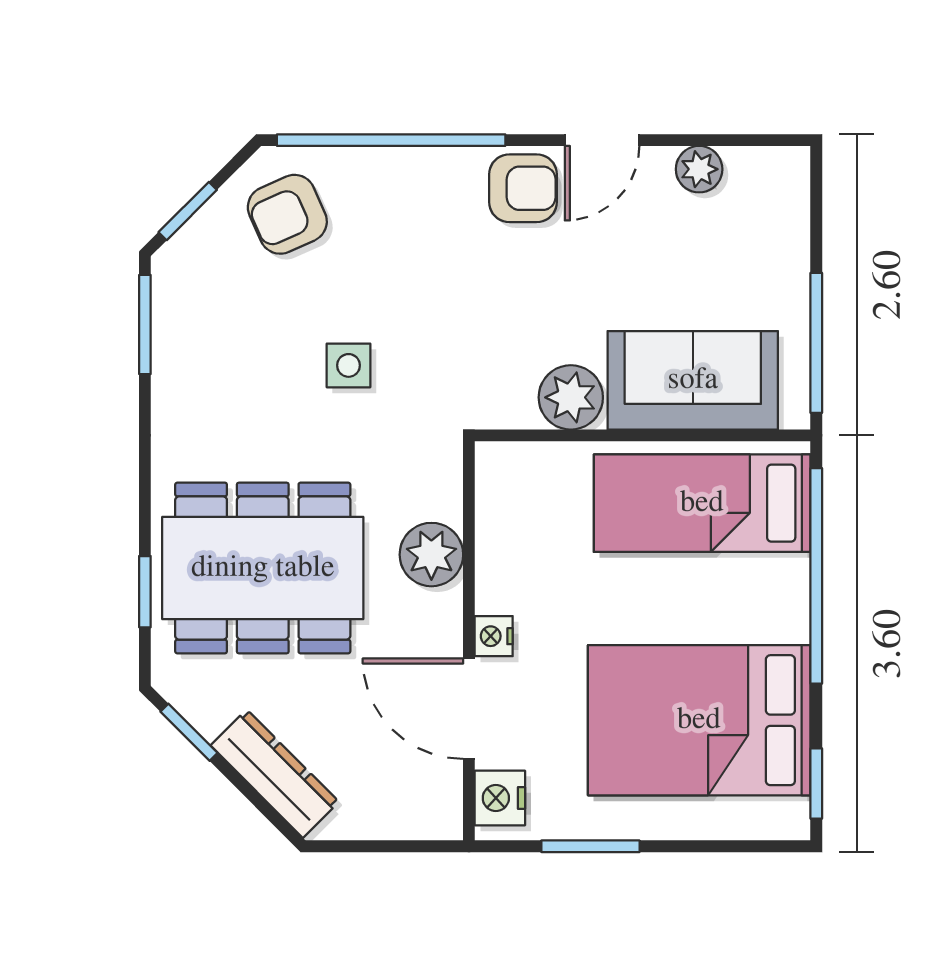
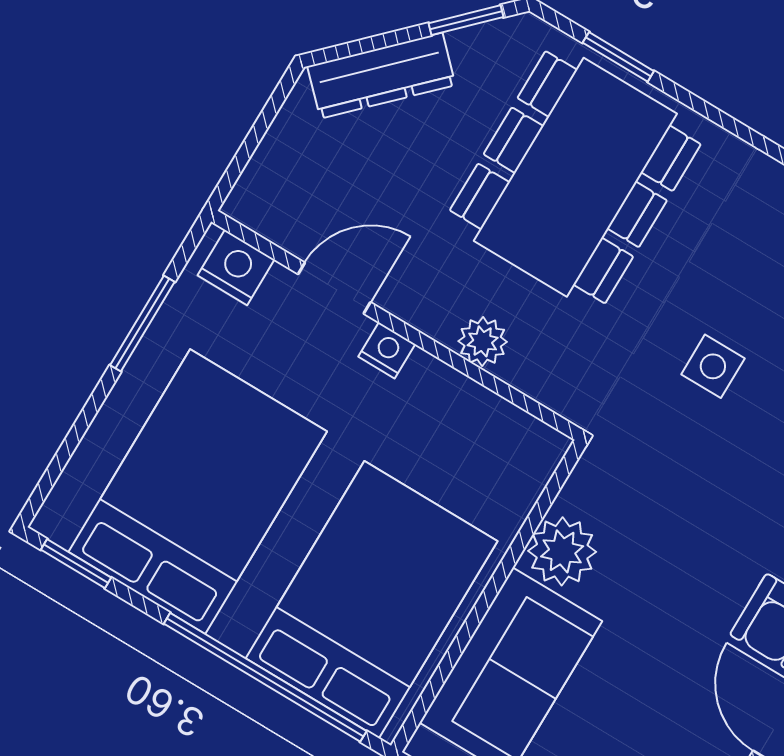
bed: (702, 503) -> (372, 600), width x1.50
plant: (431, 555) -> (483, 341), width x0.73, depth x0.73
door: (469, 709) -> (334, 288), width x0.73

